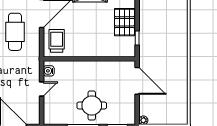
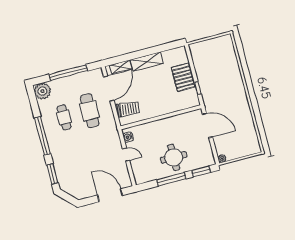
trolley: (57, 41) -> (128, 109), turned 96
door: (42, 89) -> (126, 155), hinge flipped

